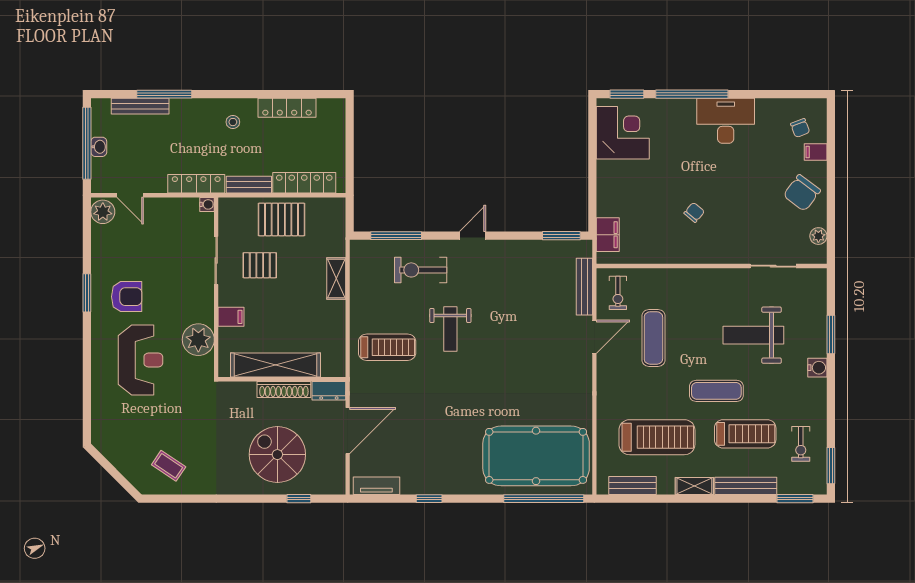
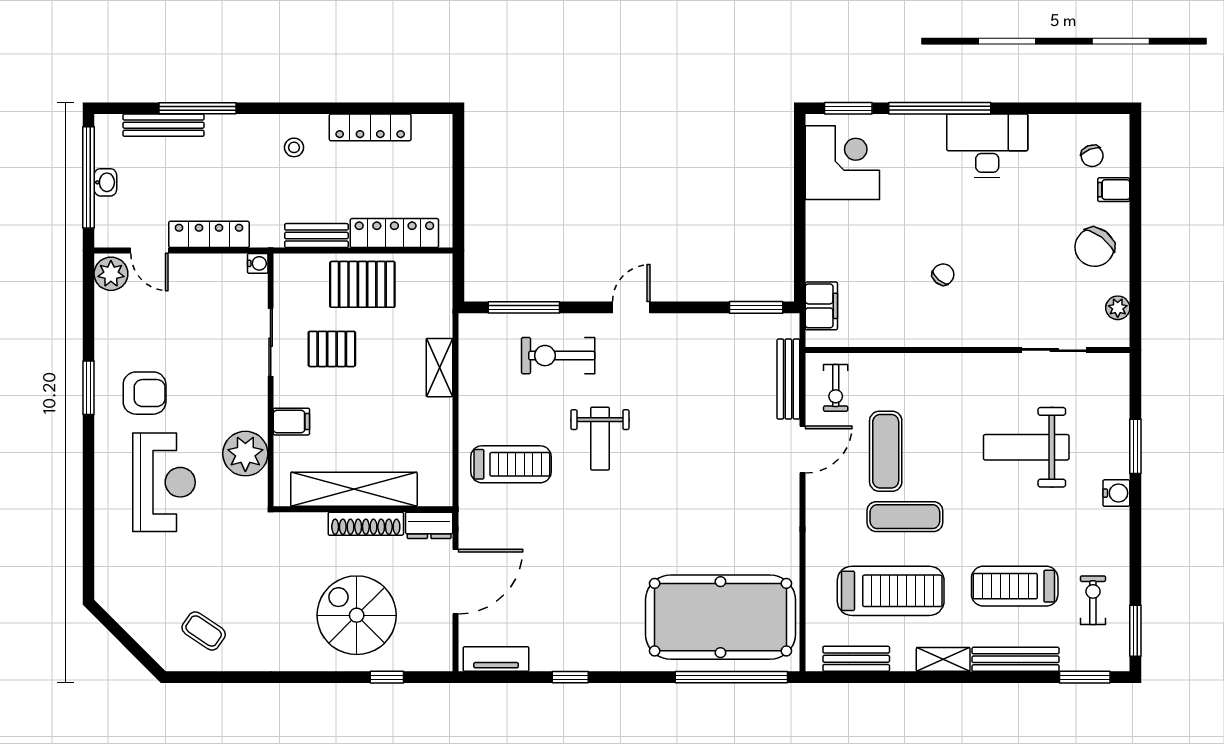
locker: (196, 184) -> (209, 234), moved
exercise mat: (716, 391) -> (905, 517), moved
treadmill: (745, 434) -> (1015, 586), turned 180
exercise bike: (801, 444) -> (1093, 600), turned 180

